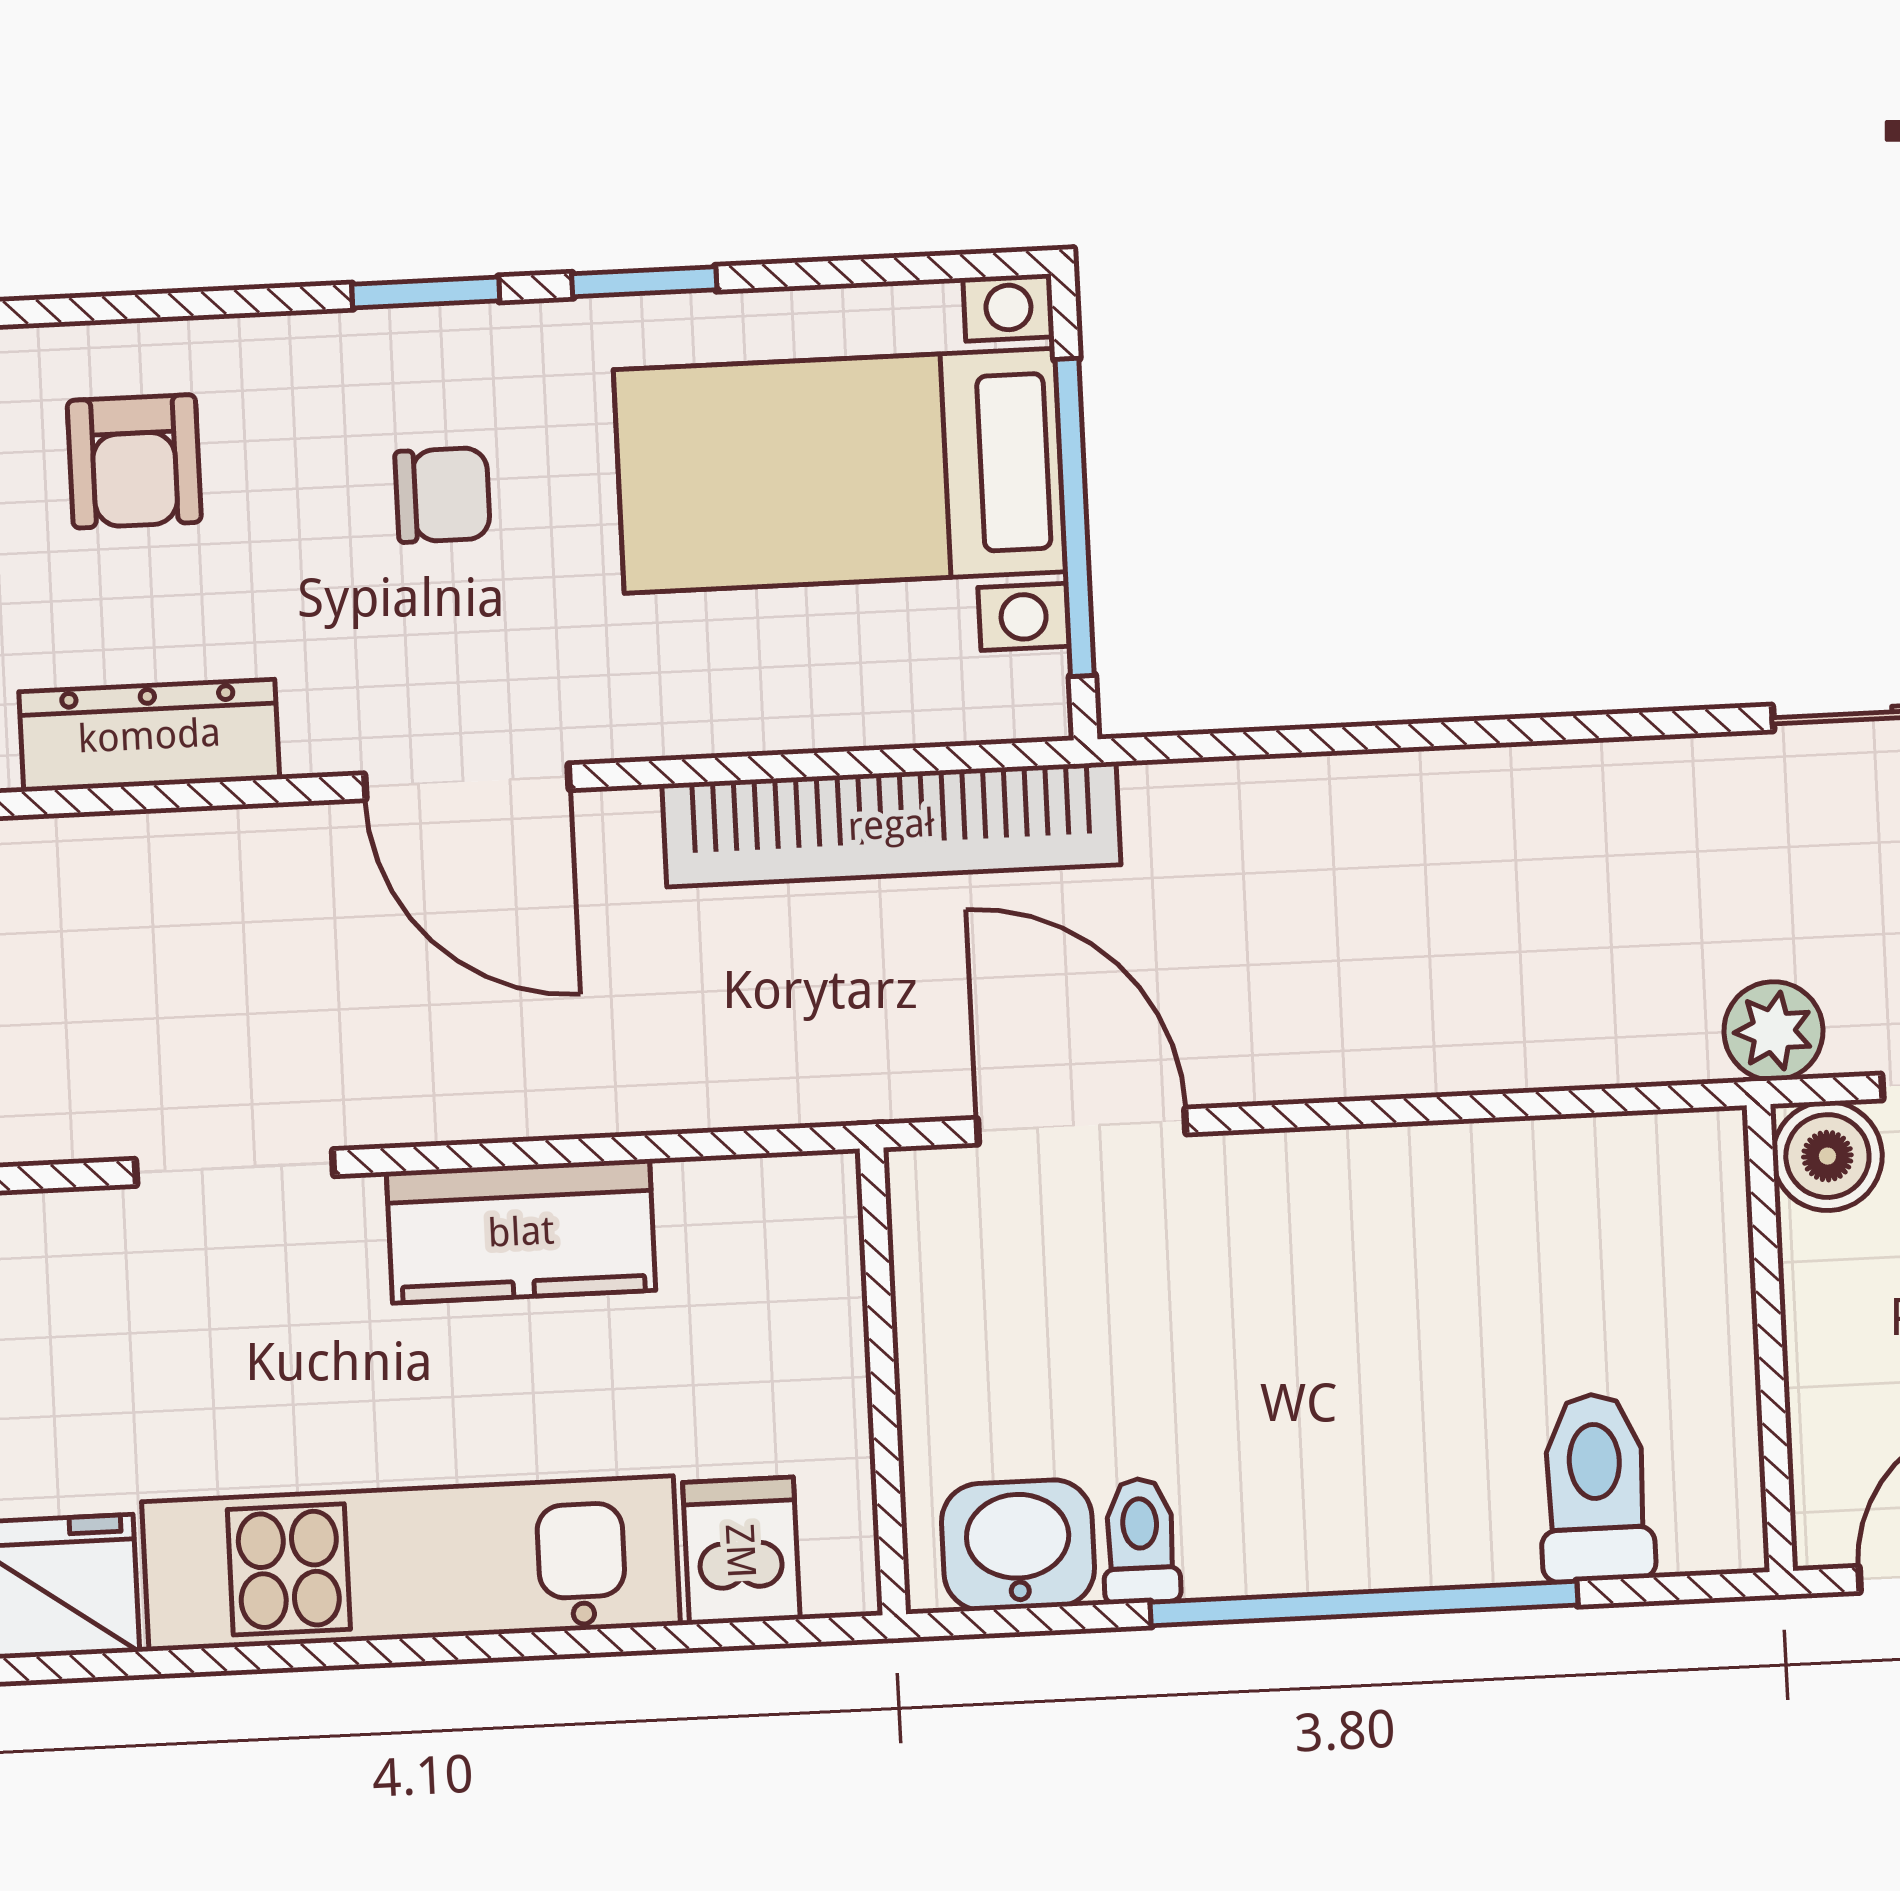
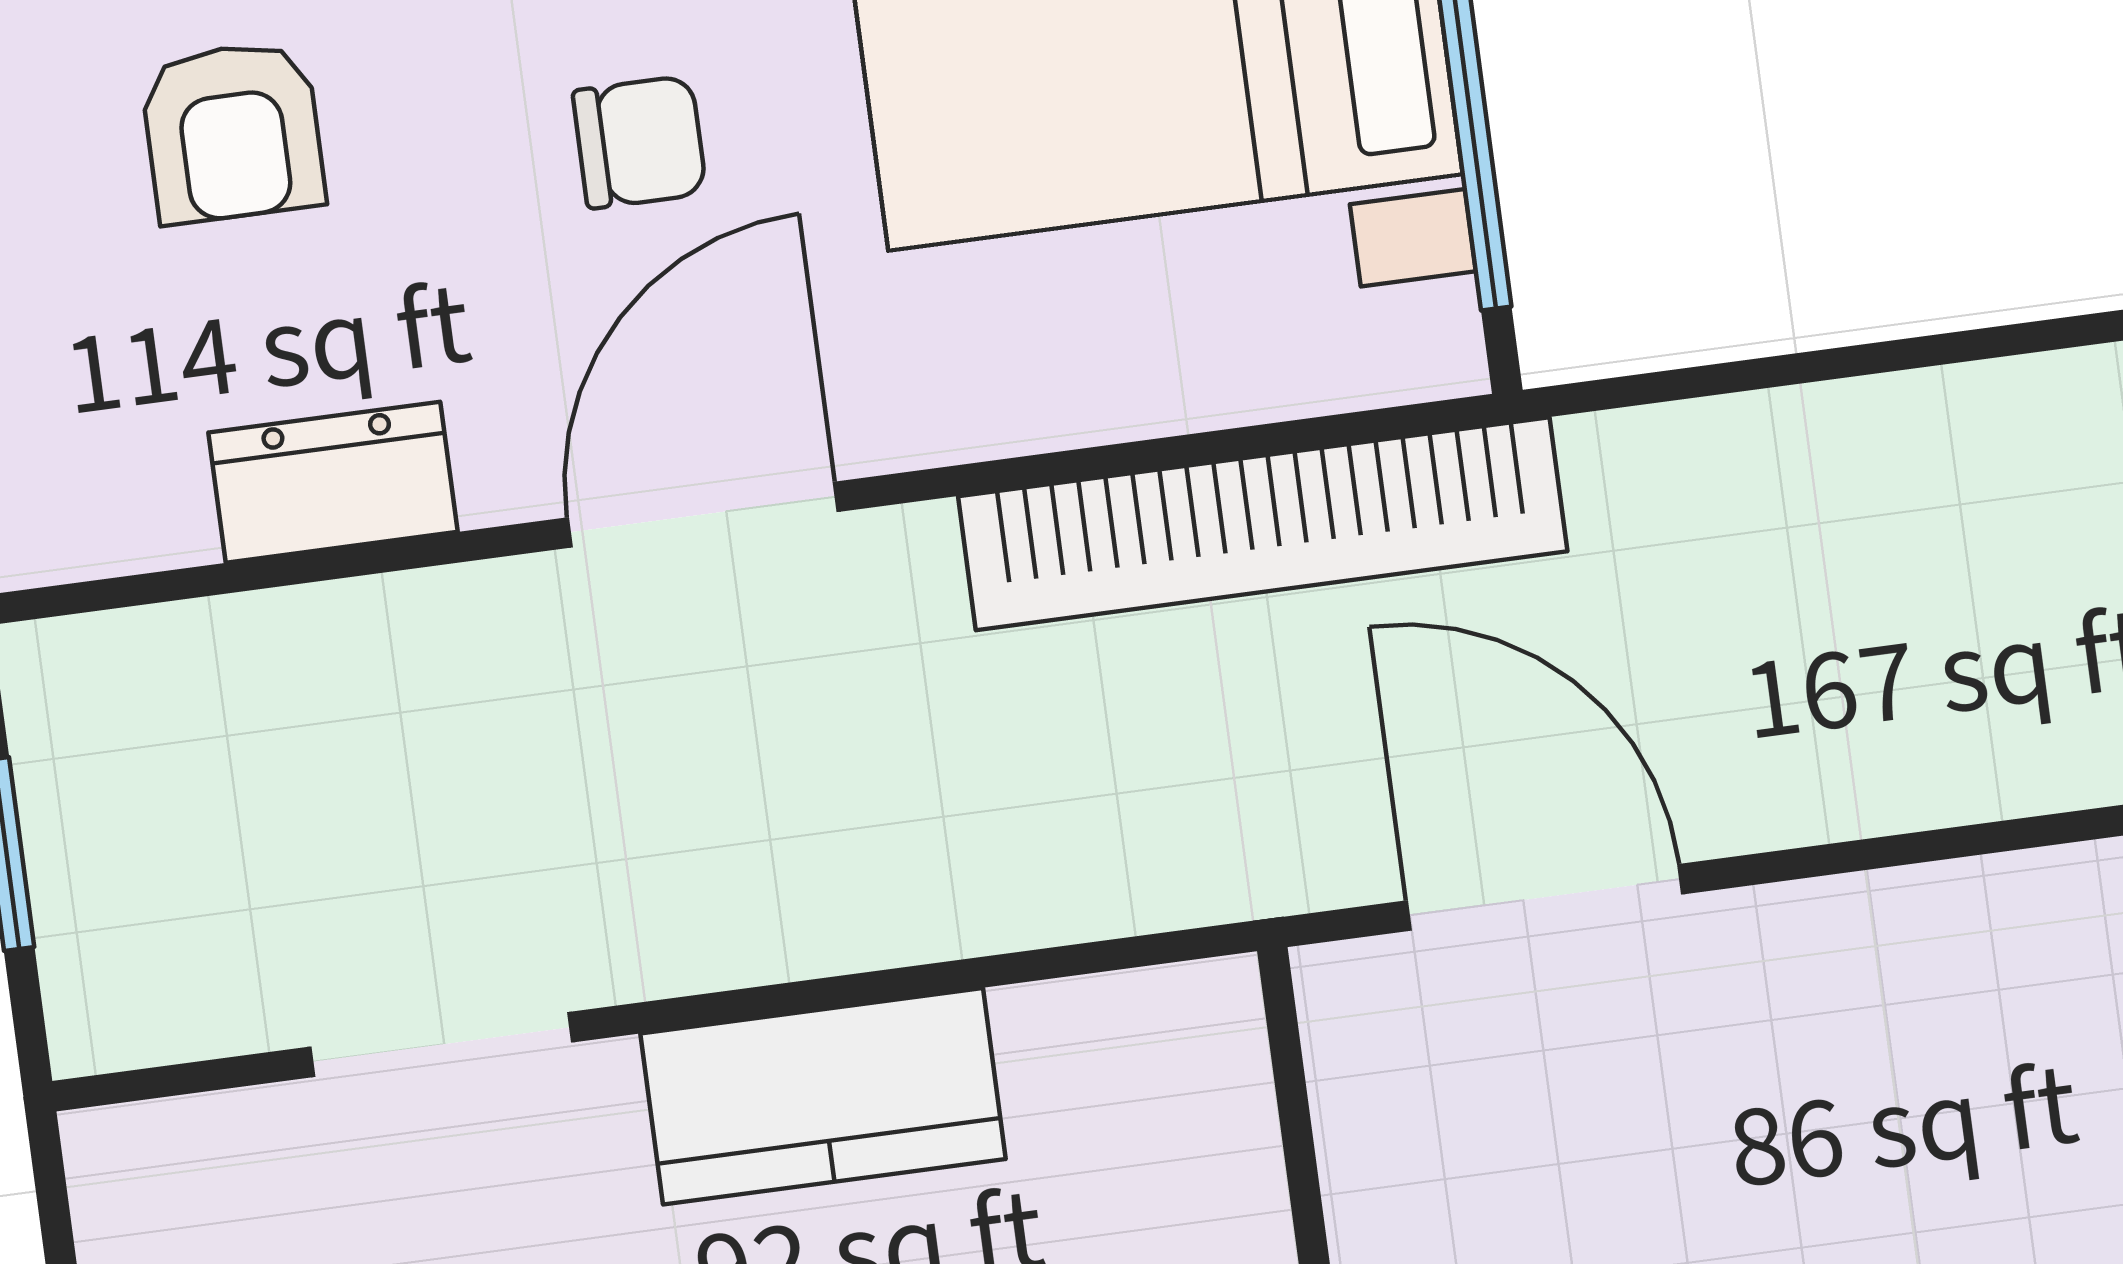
dresser: (149, 735) -> (333, 482), width x0.70
door: (467, 782) -> (703, 515), swing flipped

